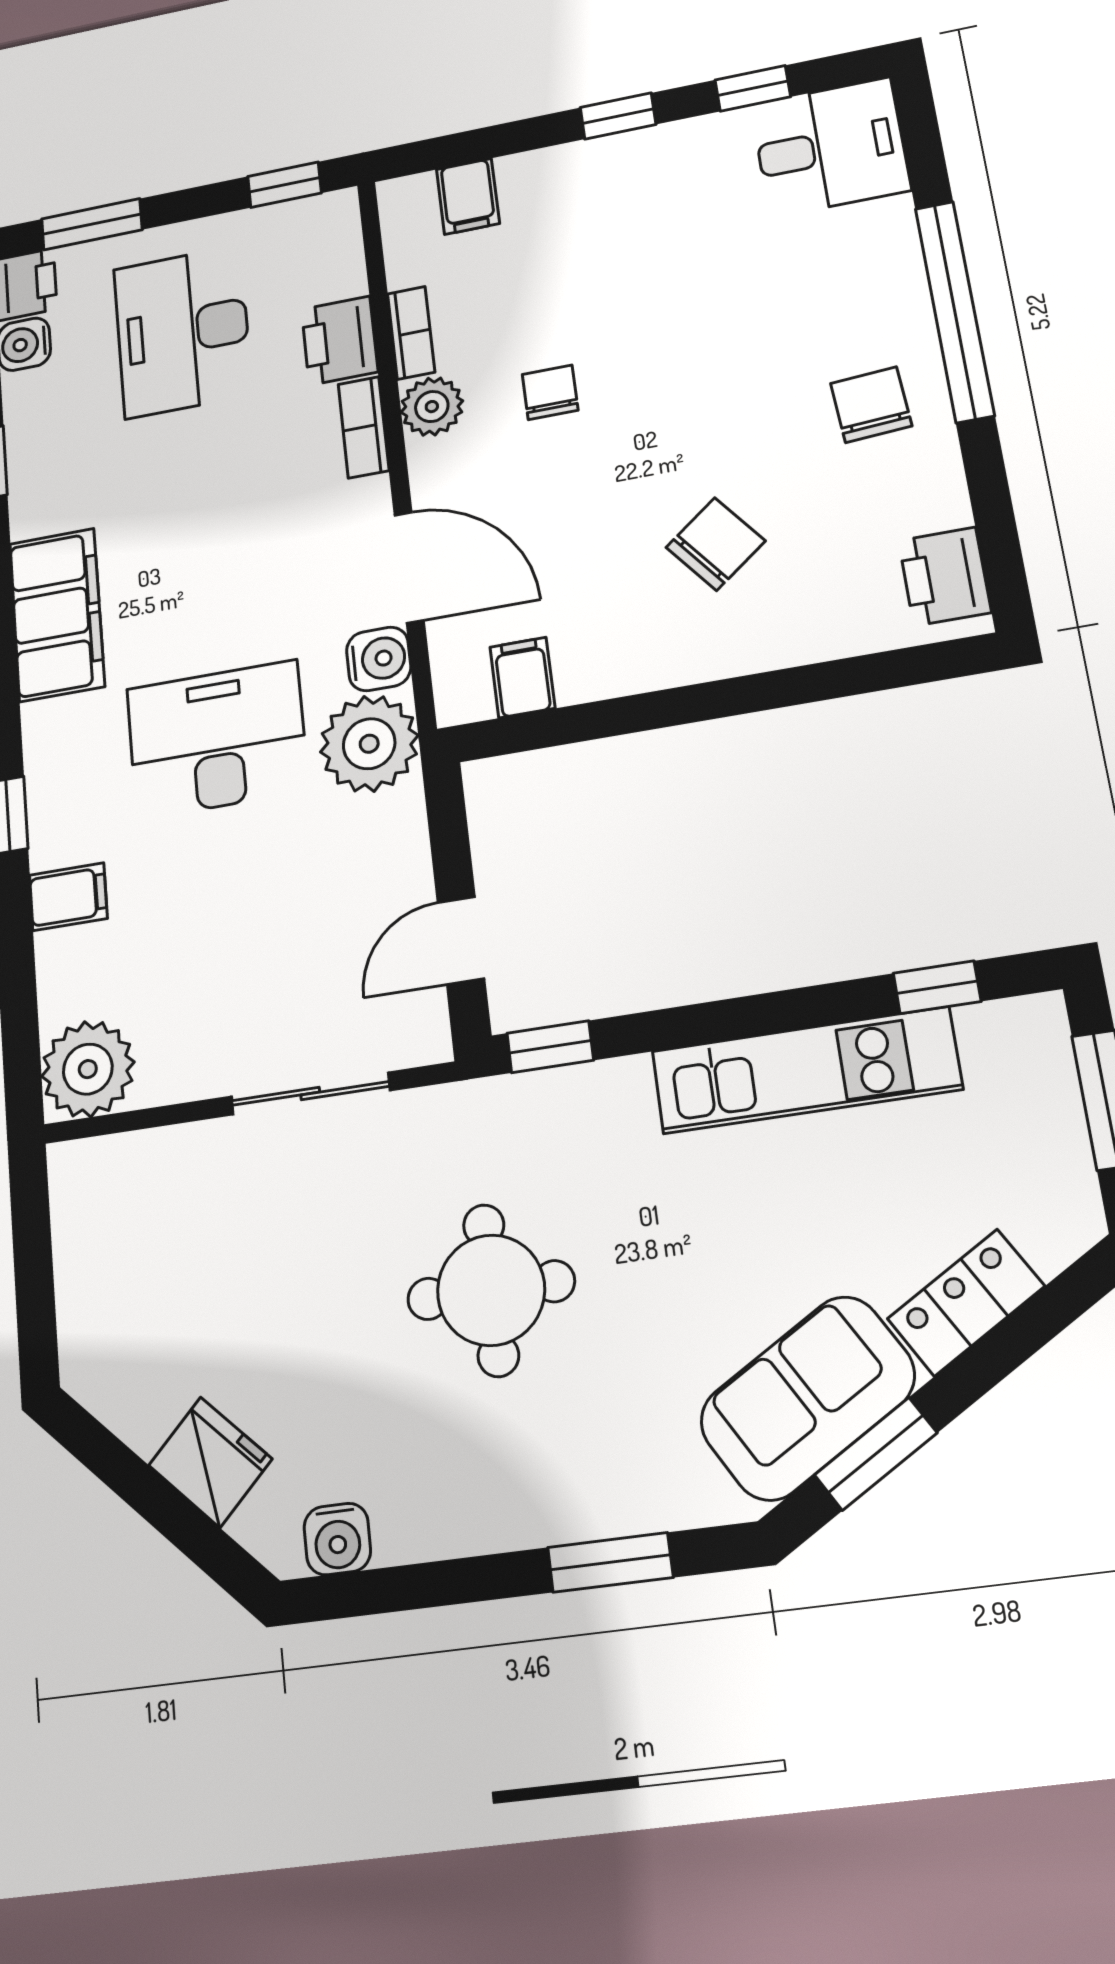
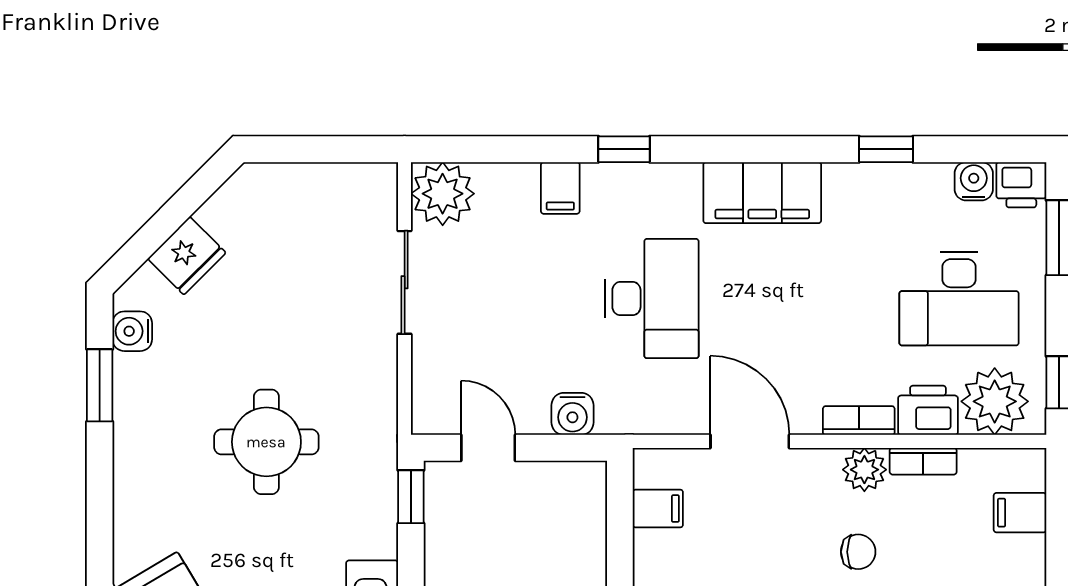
desk: (183, 331) -> (959, 299), turned 180
door: (409, 567) -> (750, 441), swing flipped
water cooler: (379, 659) -> (572, 414), moved
plant: (369, 744) -> (995, 401), moved
sliding door: (310, 1093) -> (405, 282), moved
window: (610, 1562) -> (100, 385), moved

